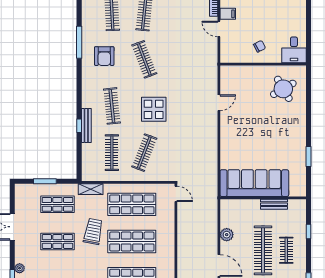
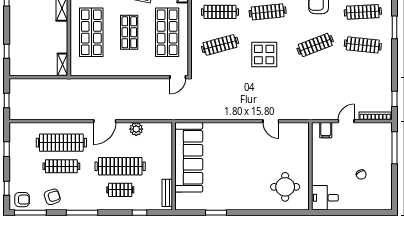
filing cabinet: (228, 14) -> (326, 130), moved
chair: (260, 46) -> (361, 175), moved
round table: (283, 89) -> (285, 187), turned 30
clothes rail: (144, 153) -> (220, 45), turned -36
bench: (274, 204) -> (167, 193), moved
shop shelf: (132, 242) -> (129, 32), width x0.70, depth x0.74

